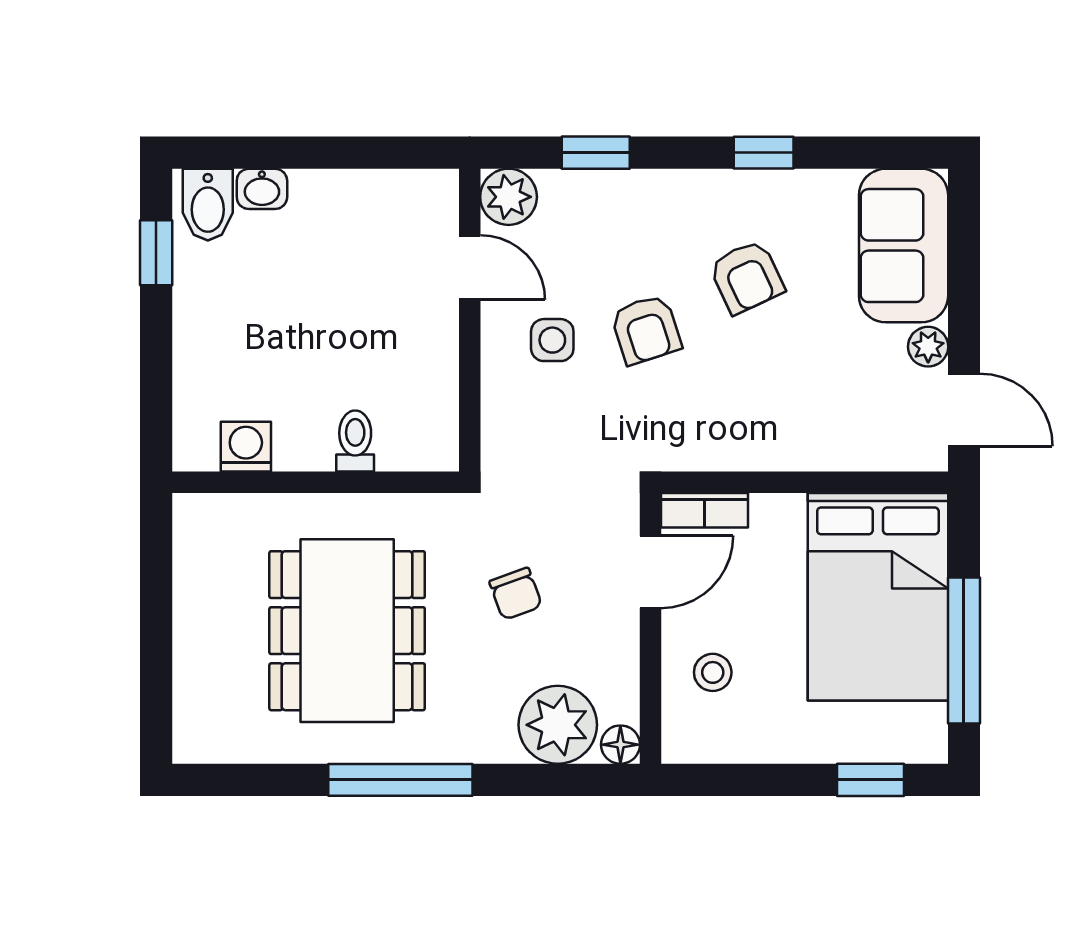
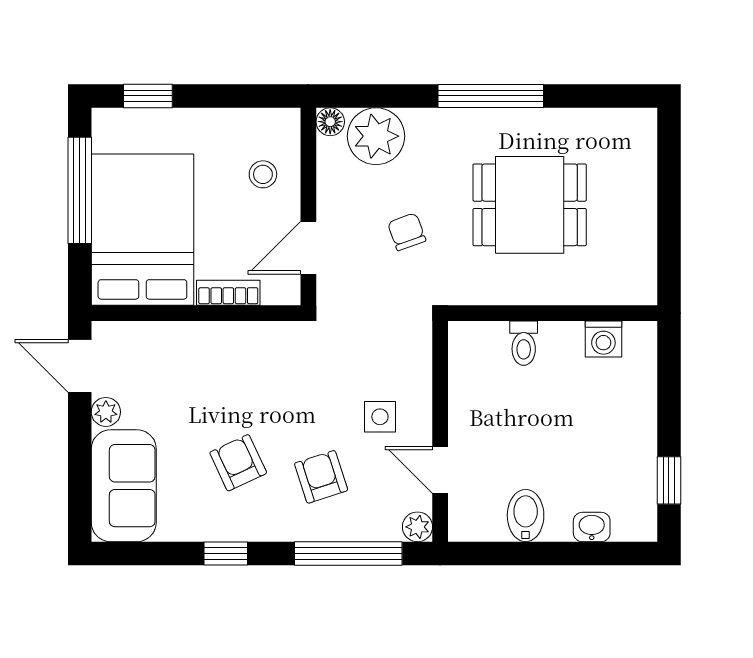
window: (596, 153) -> (348, 553), width x2.17
plant: (509, 197) -> (417, 527), width x0.73, depth x0.73
bidet: (208, 205) -> (526, 516), moved
armchair: (646, 330) -> (321, 477), moved
bookcase: (704, 510) -> (228, 293), moved
dining table: (347, 631) -> (530, 205), width x0.73

